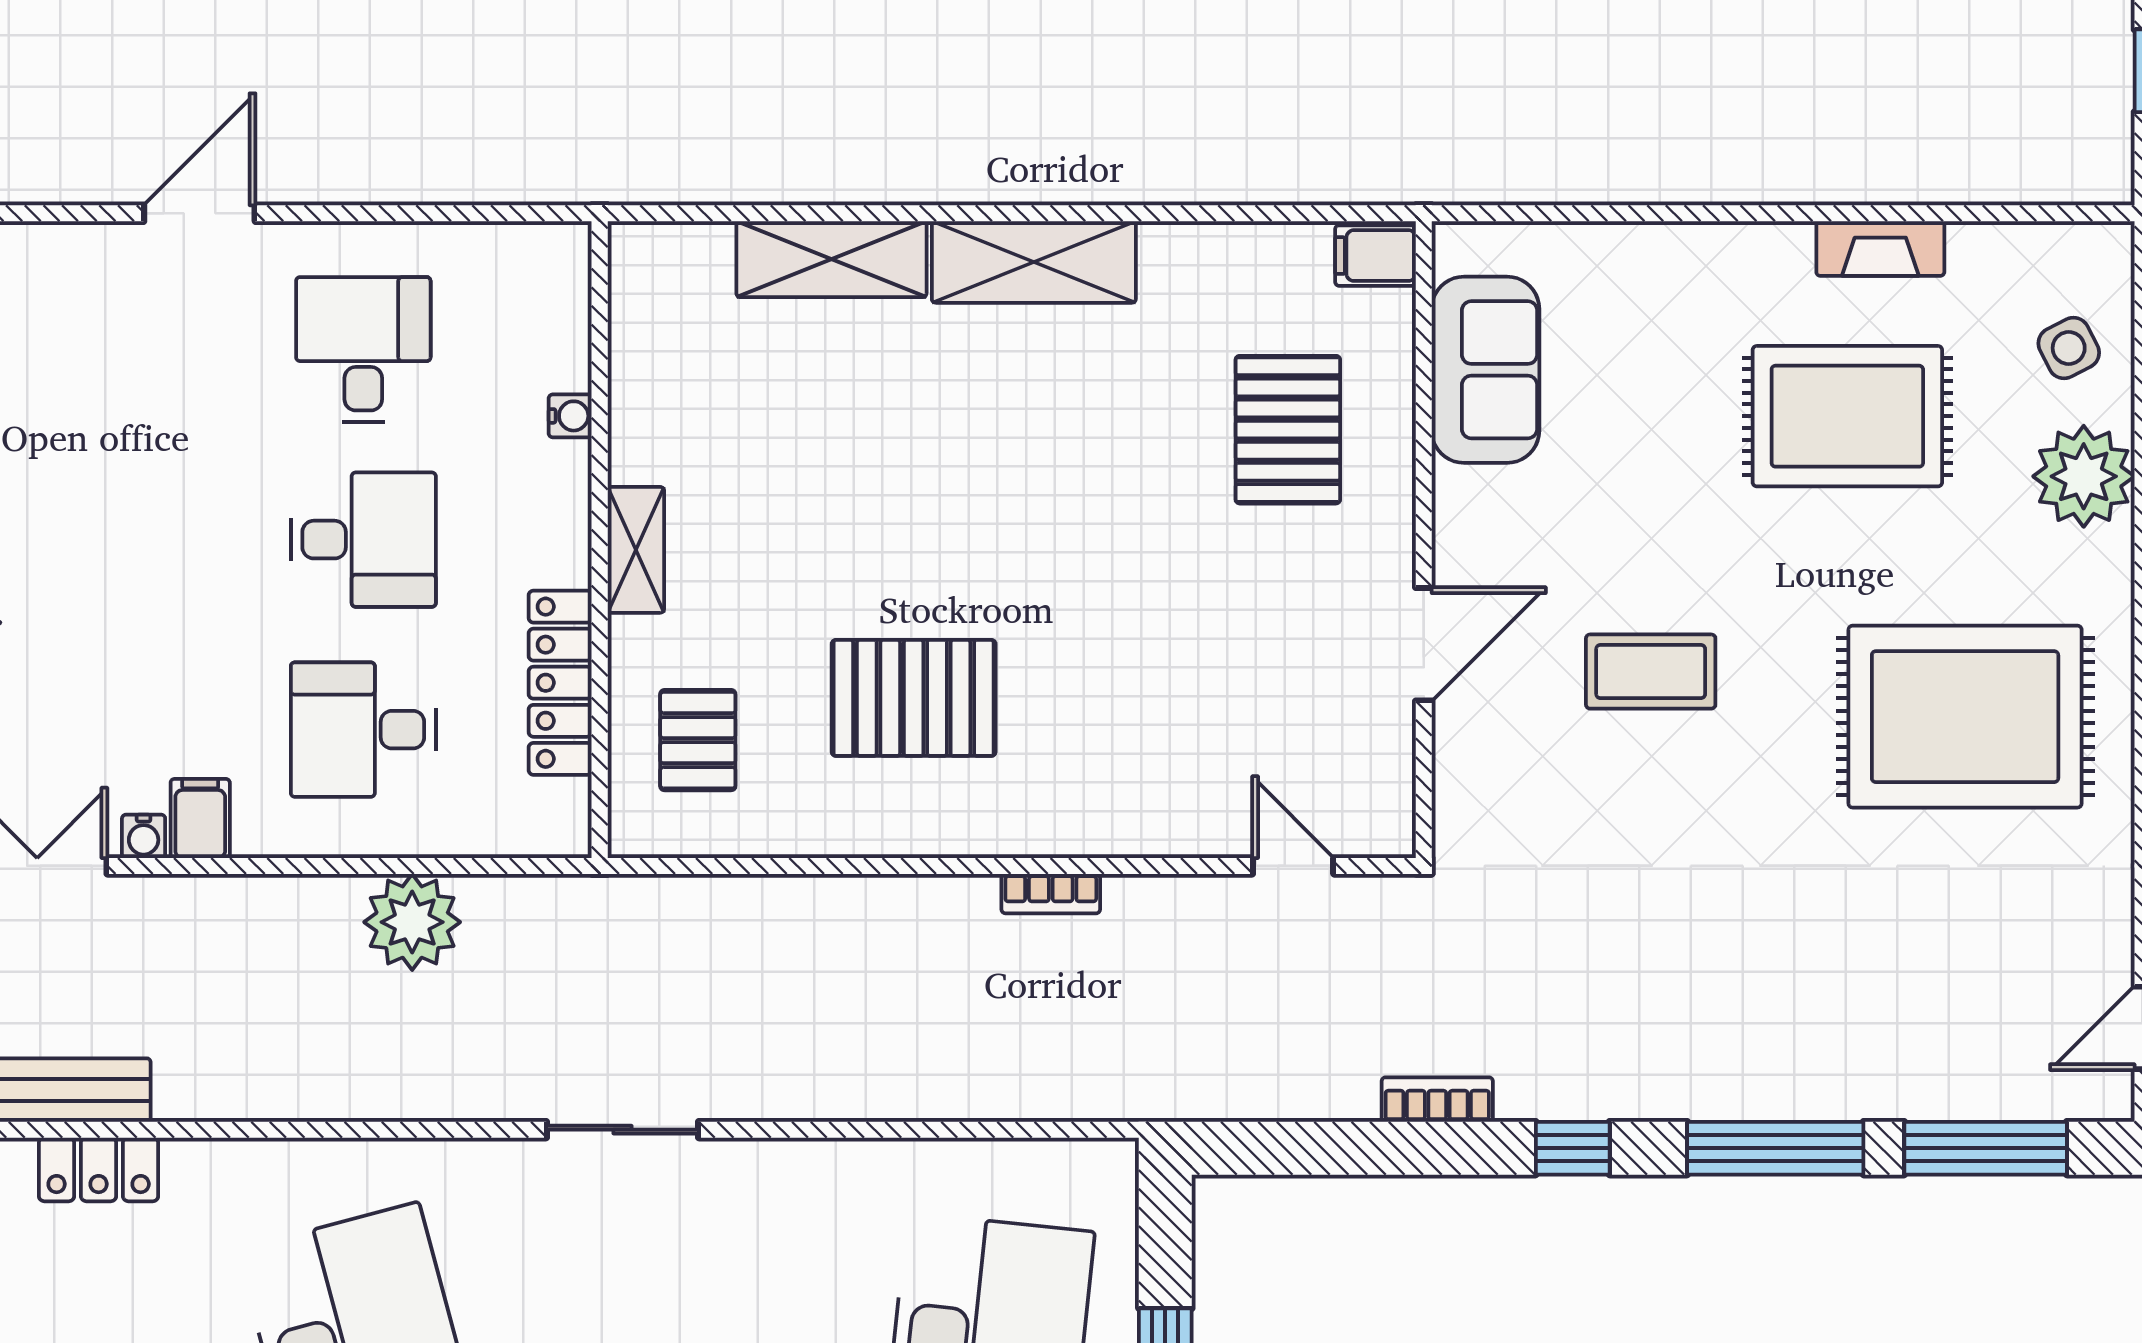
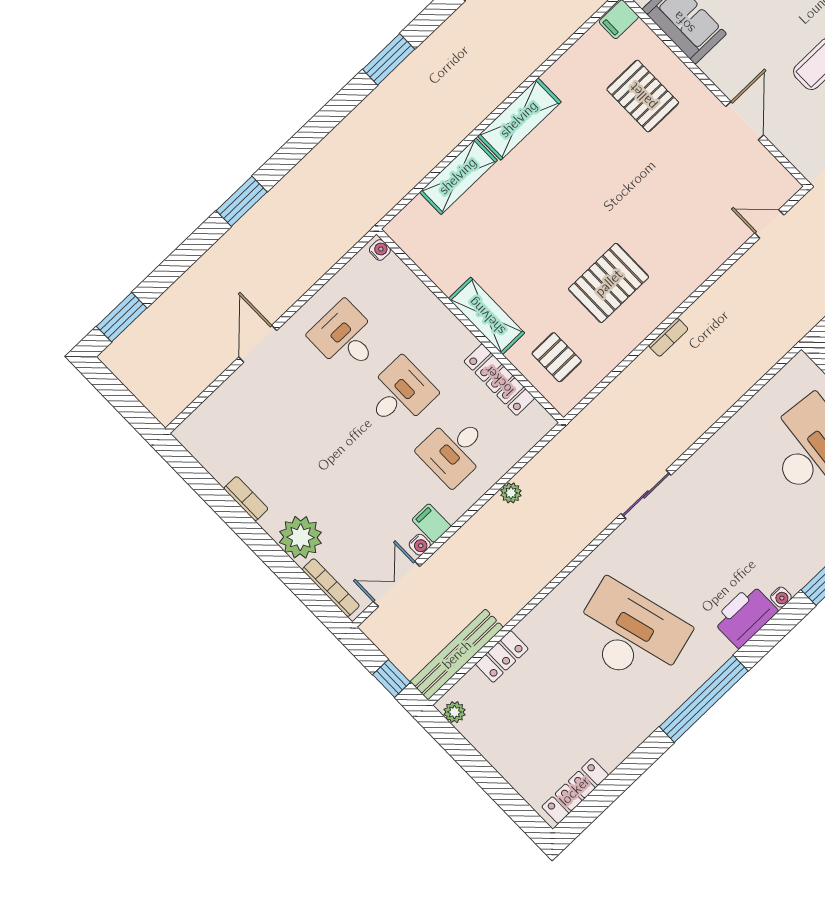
water cooler: (570, 416) -> (380, 250), moved
shelving: (636, 550) -> (487, 316), width x1.50, depth x1.33
bookcase: (1051, 894) -> (668, 337), moved
plant: (412, 922) -> (511, 493), width x0.53, depth x0.53

